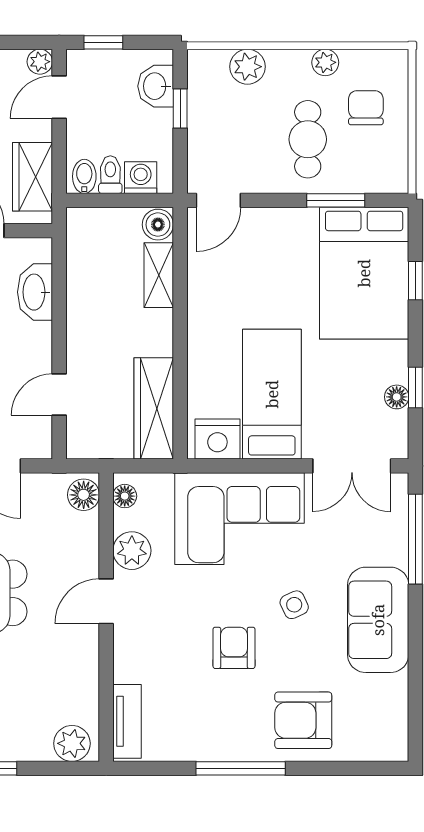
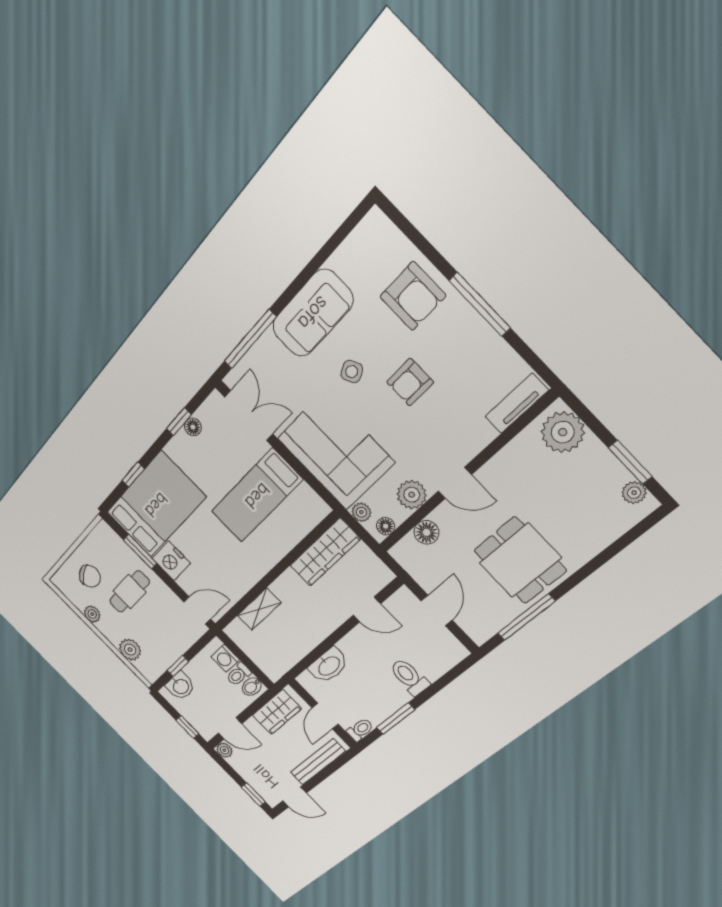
chair: (366, 108) -> (90, 576), turned -118
boiler: (158, 225) -> (237, 631), removed
nightstand: (217, 439) -> (171, 561), moved, turned 180
plant: (159, 485) -> (361, 512), added
floor lamp: (84, 495) -> (426, 532), moved
plant: (72, 743) -> (563, 432), width x1.36, depth x1.36

